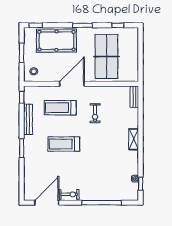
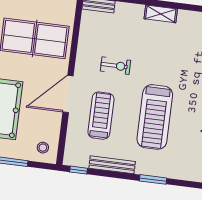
door: (72, 84) -> (68, 94), hinge flipped
treadmill: (60, 108) -> (101, 116), turned 180
treadmill: (64, 144) -> (155, 117), width x1.37, depth x1.37

